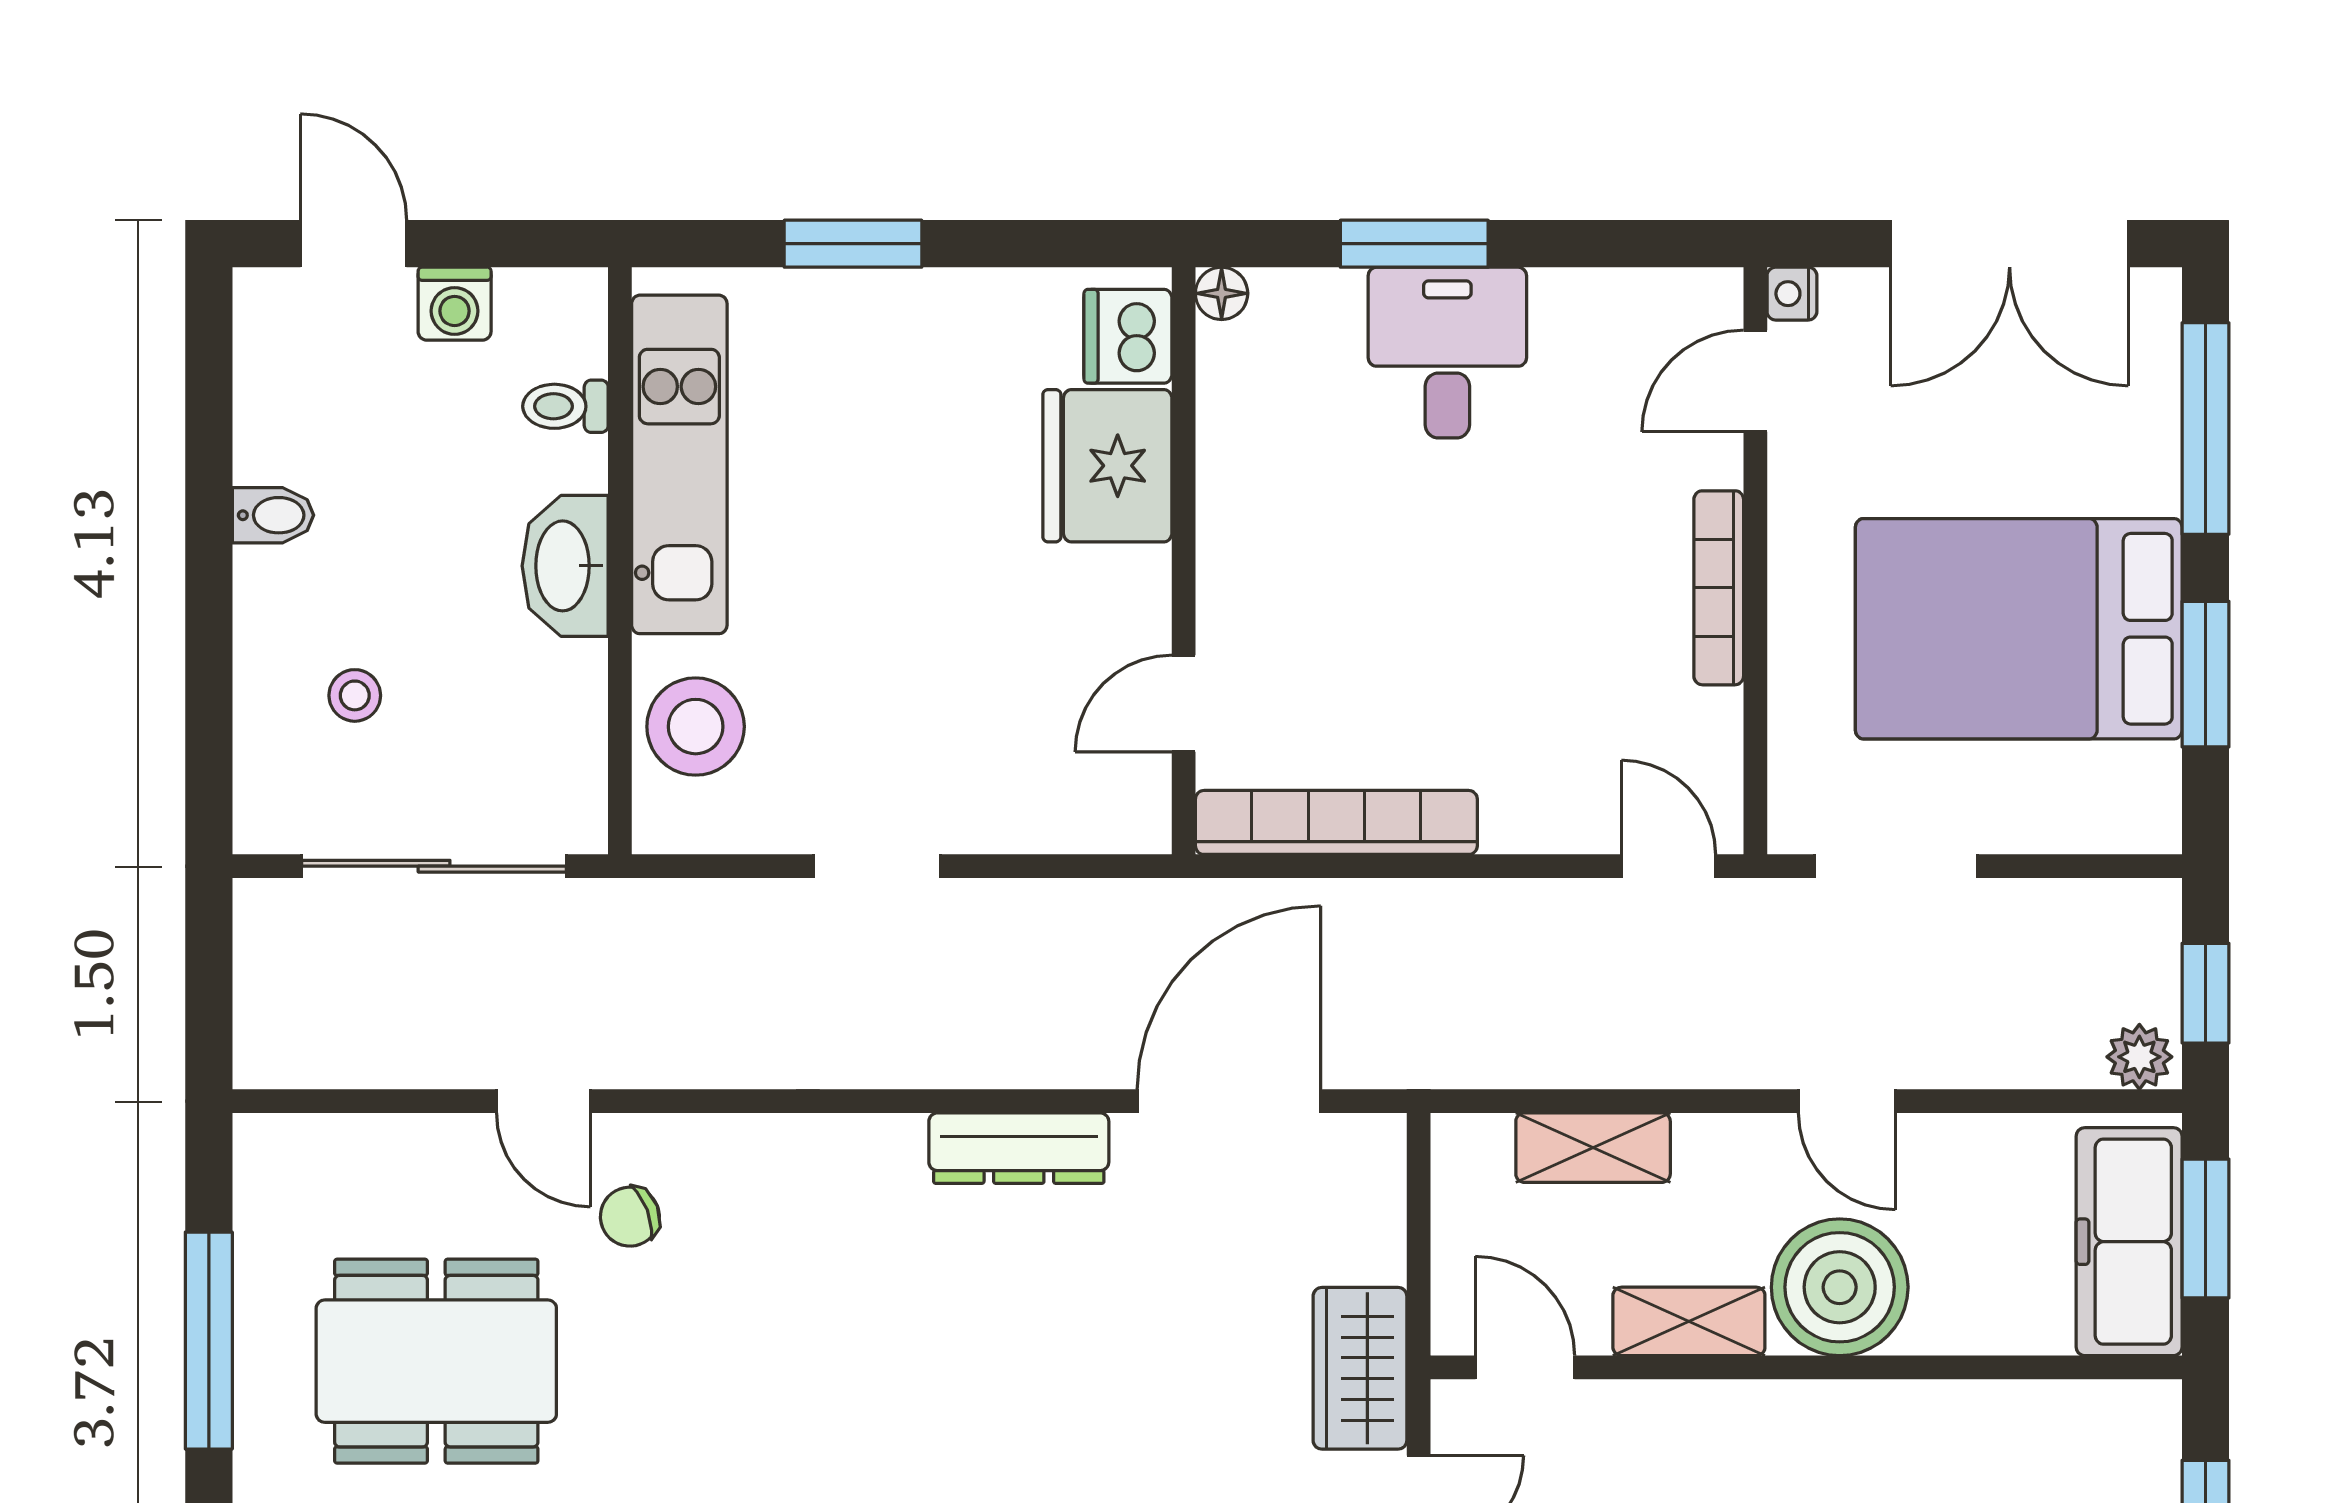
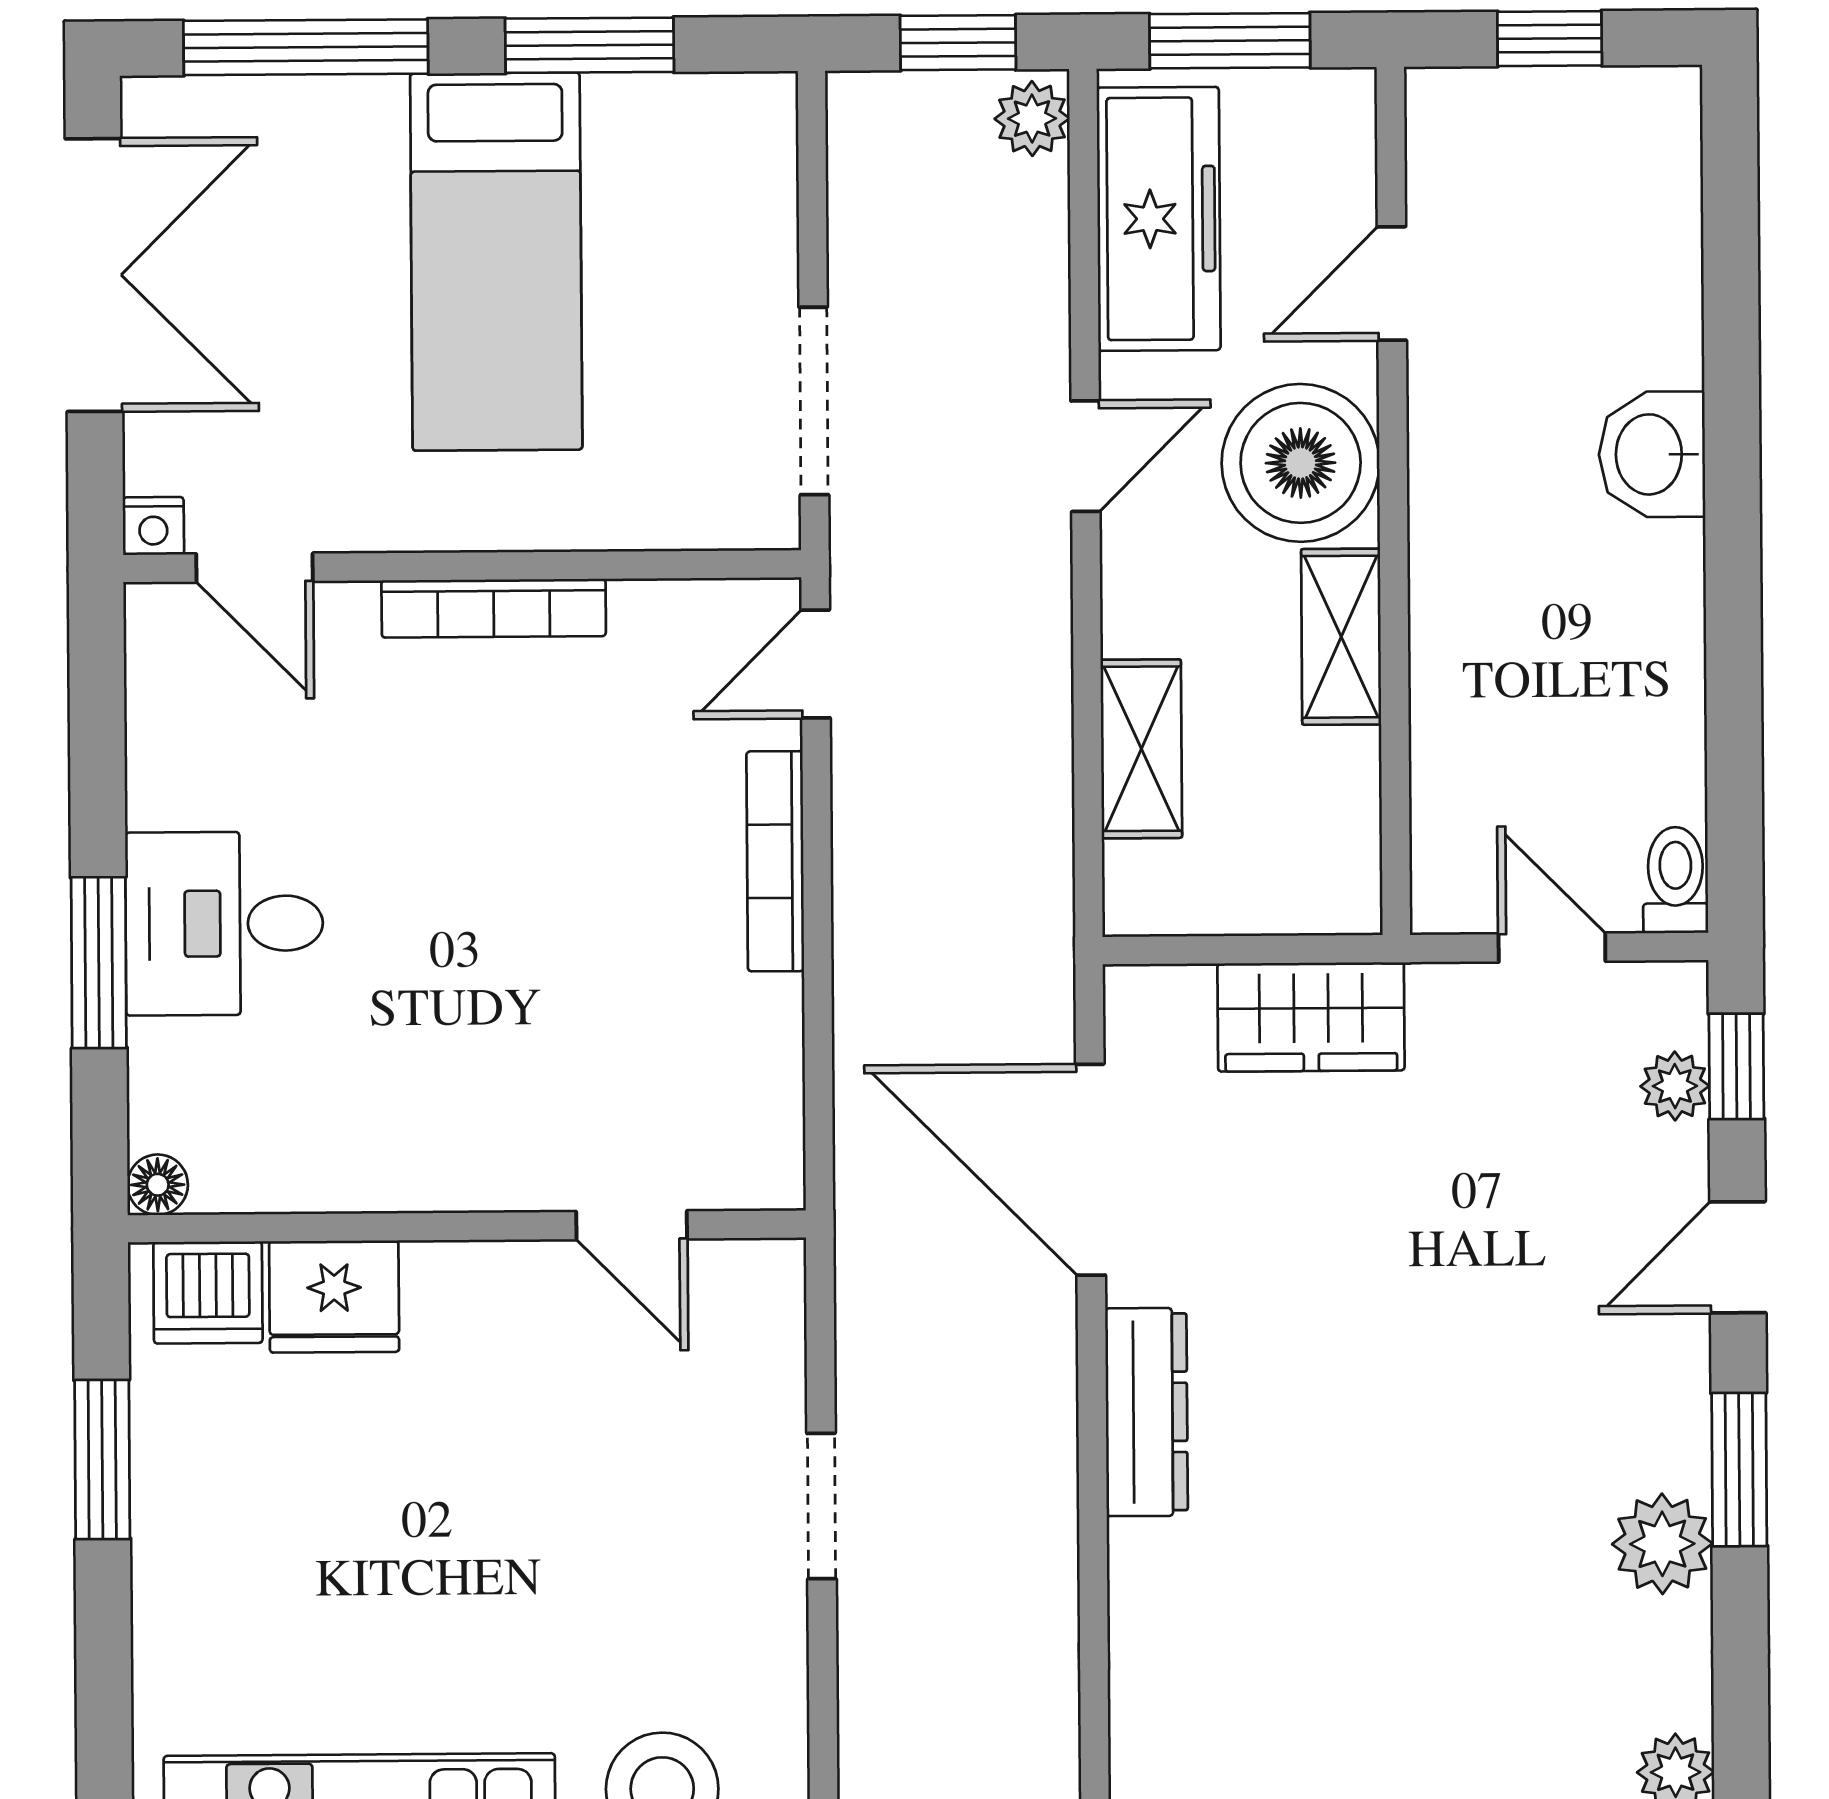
window: (853, 244) -> (102, 1459), moved
fridge: (1107, 466) -> (334, 1297), width x0.73, depth x0.75
bed: (2019, 629) -> (496, 262), width x0.67
bookcase: (1336, 822) -> (775, 861), moved, width x0.68, depth x0.76
doorway: (877, 866) -> (822, 1506), moved
freezer: (2129, 1242) -> (1159, 219), moved, turned -90
door: (1525, 1367) -> (1392, 283), moved
wardrobe: (1360, 1368) -> (1311, 1017), moved

